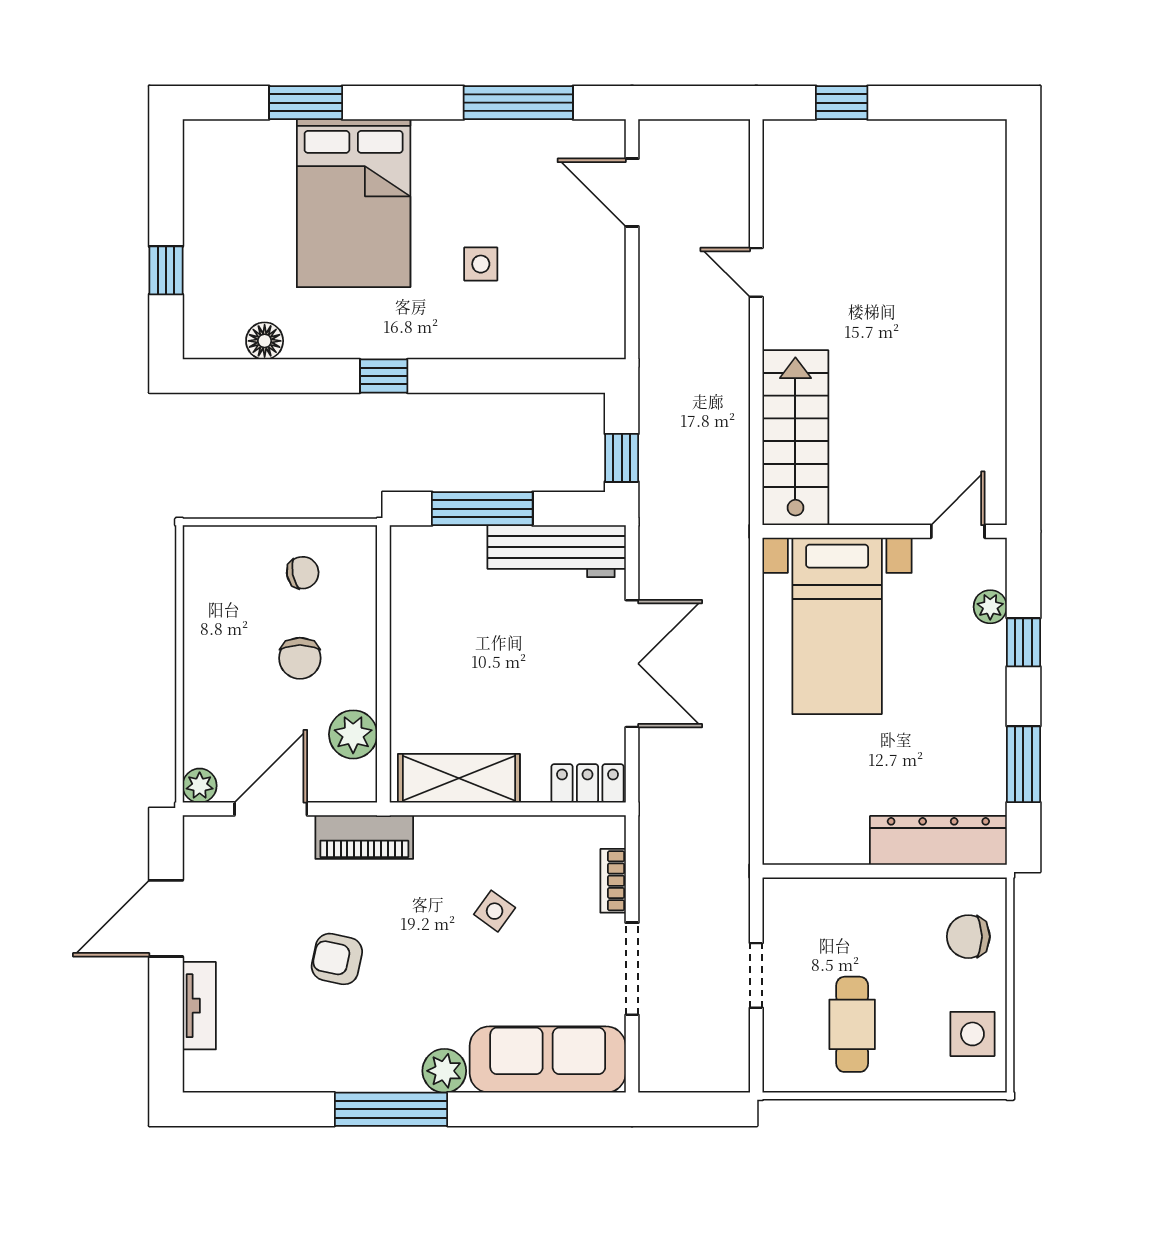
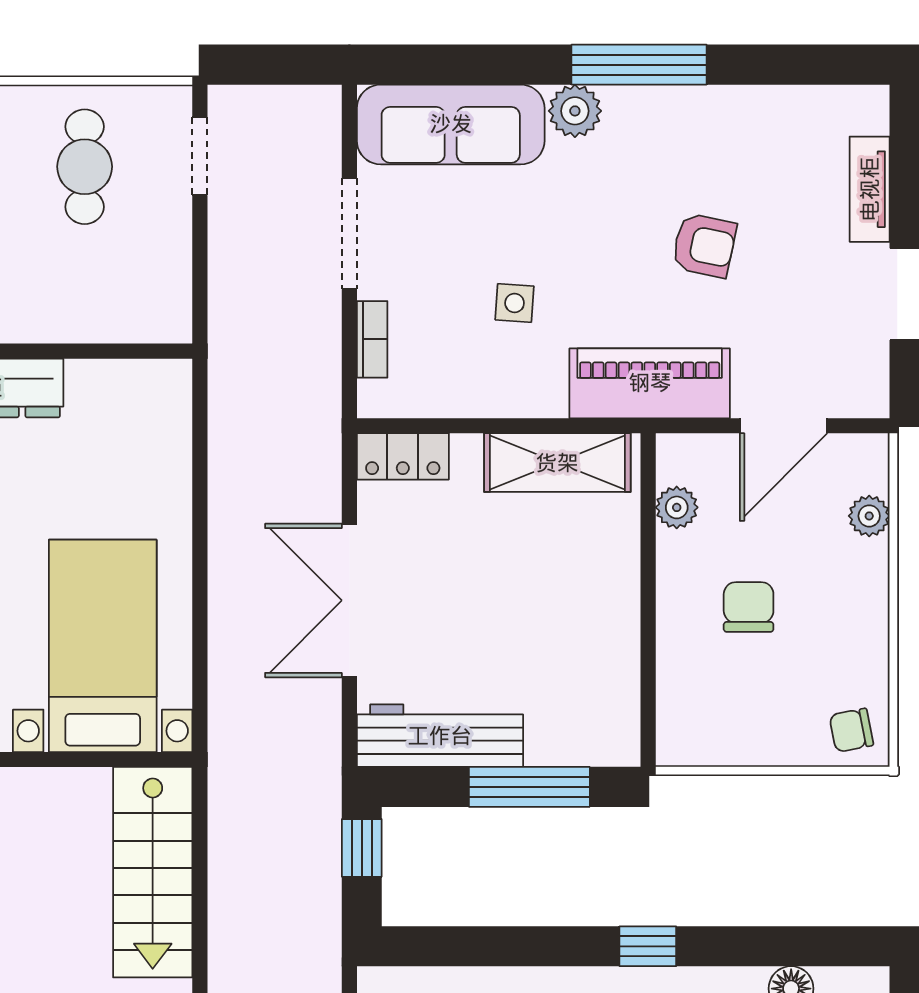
chair: (303, 573) -> (851, 730), moved
plant: (353, 734) -> (677, 507), width x0.73, depth x0.73
plant: (200, 786) -> (869, 516), moved
piano: (364, 837) -> (650, 383), width x1.37, depth x1.33
side table: (495, 911) -> (515, 303), turned -32
doorway: (756, 975) -> (200, 156), moved

